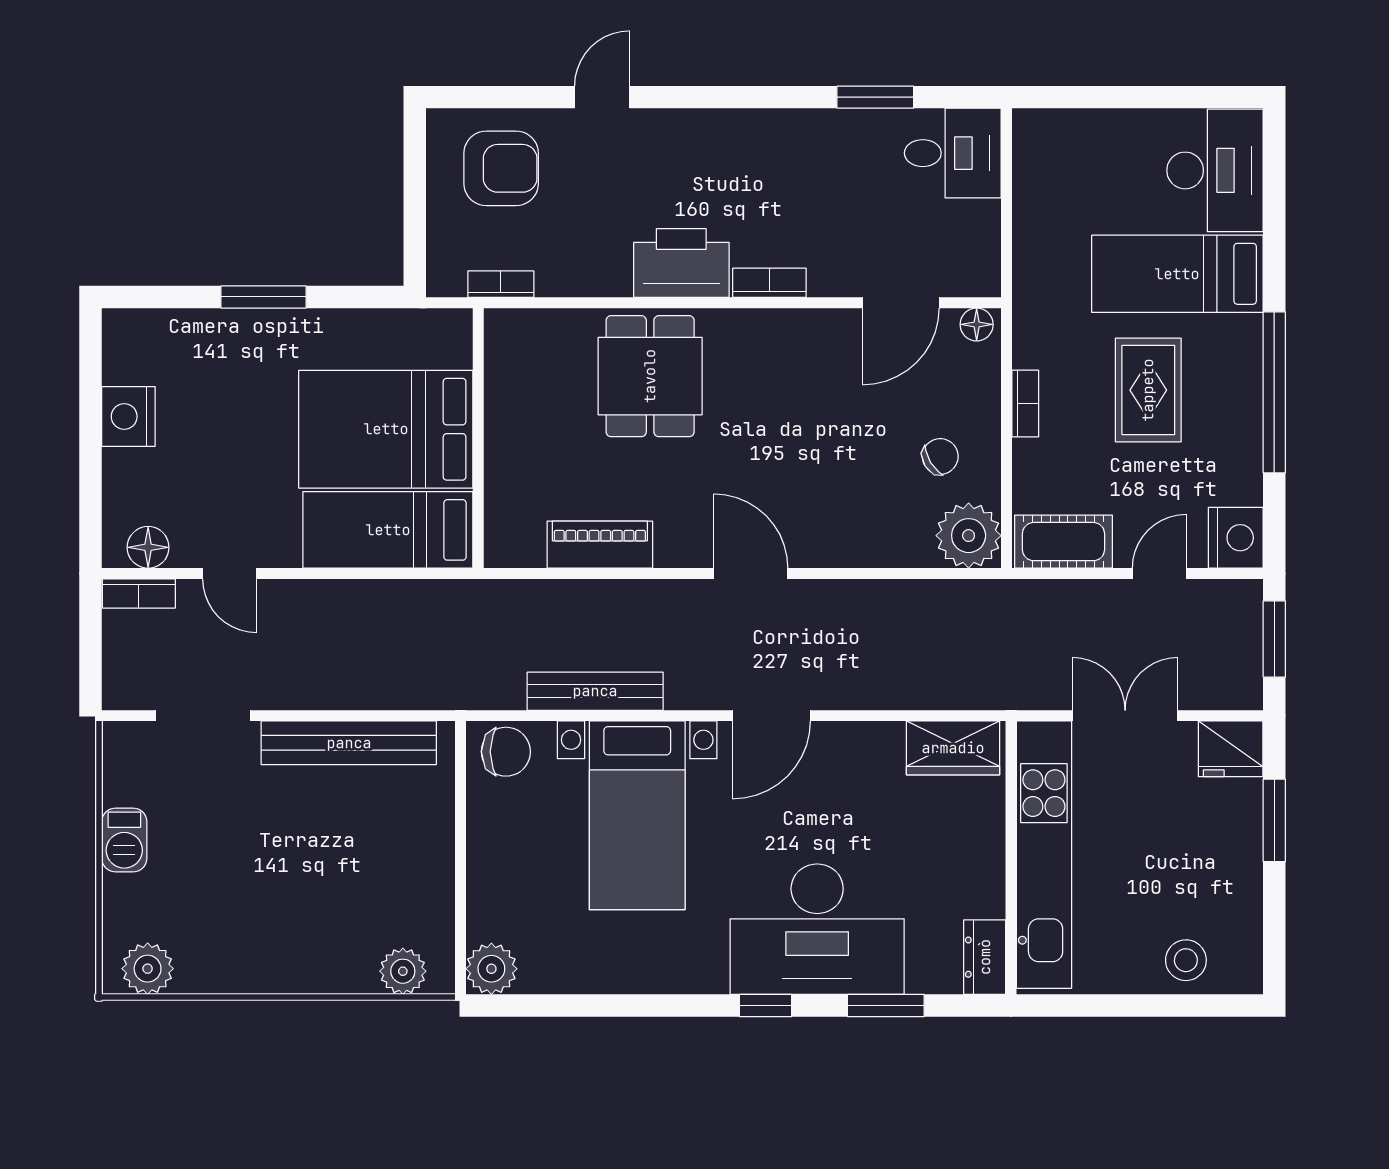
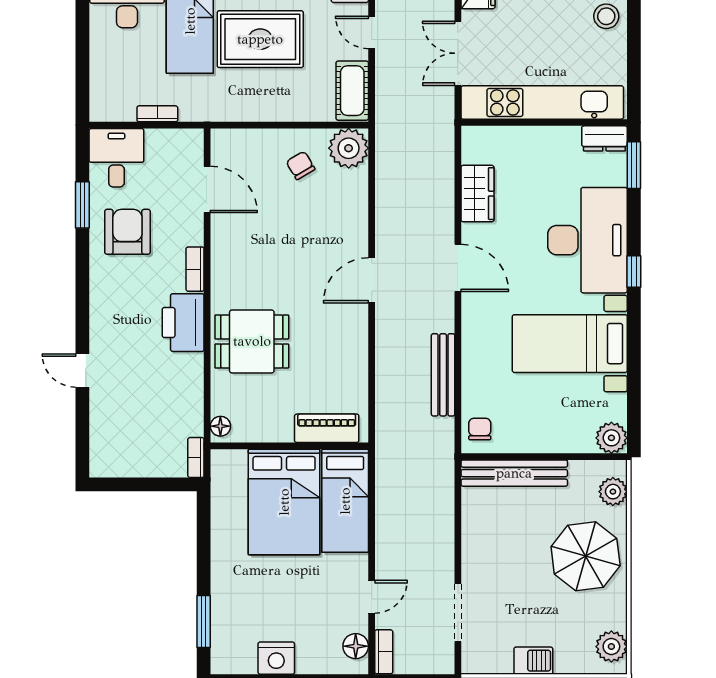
armchair: (501, 168) -> (127, 232), moved
bookcase: (501, 284) -> (196, 458), moved
window: (264, 297) -> (204, 622), moved
floor lamp: (977, 324) -> (220, 426), moved
rug: (1148, 390) -> (260, 39), width x1.36, depth x1.43
bookcase: (1025, 403) -> (157, 114), moved
piano: (600, 545) -> (327, 428), moved, turned 90
bench: (349, 743) -> (514, 473), moved, turned 90
wardrobe: (953, 748) -> (477, 194), moved
chair: (506, 752) -> (480, 429), width x0.73, depth x0.73
bed with nightstands: (637, 815) -> (570, 344), moved, turned 180
parasol: (296, 926) -> (586, 556), added
window: (886, 1006) -> (634, 165), moved

